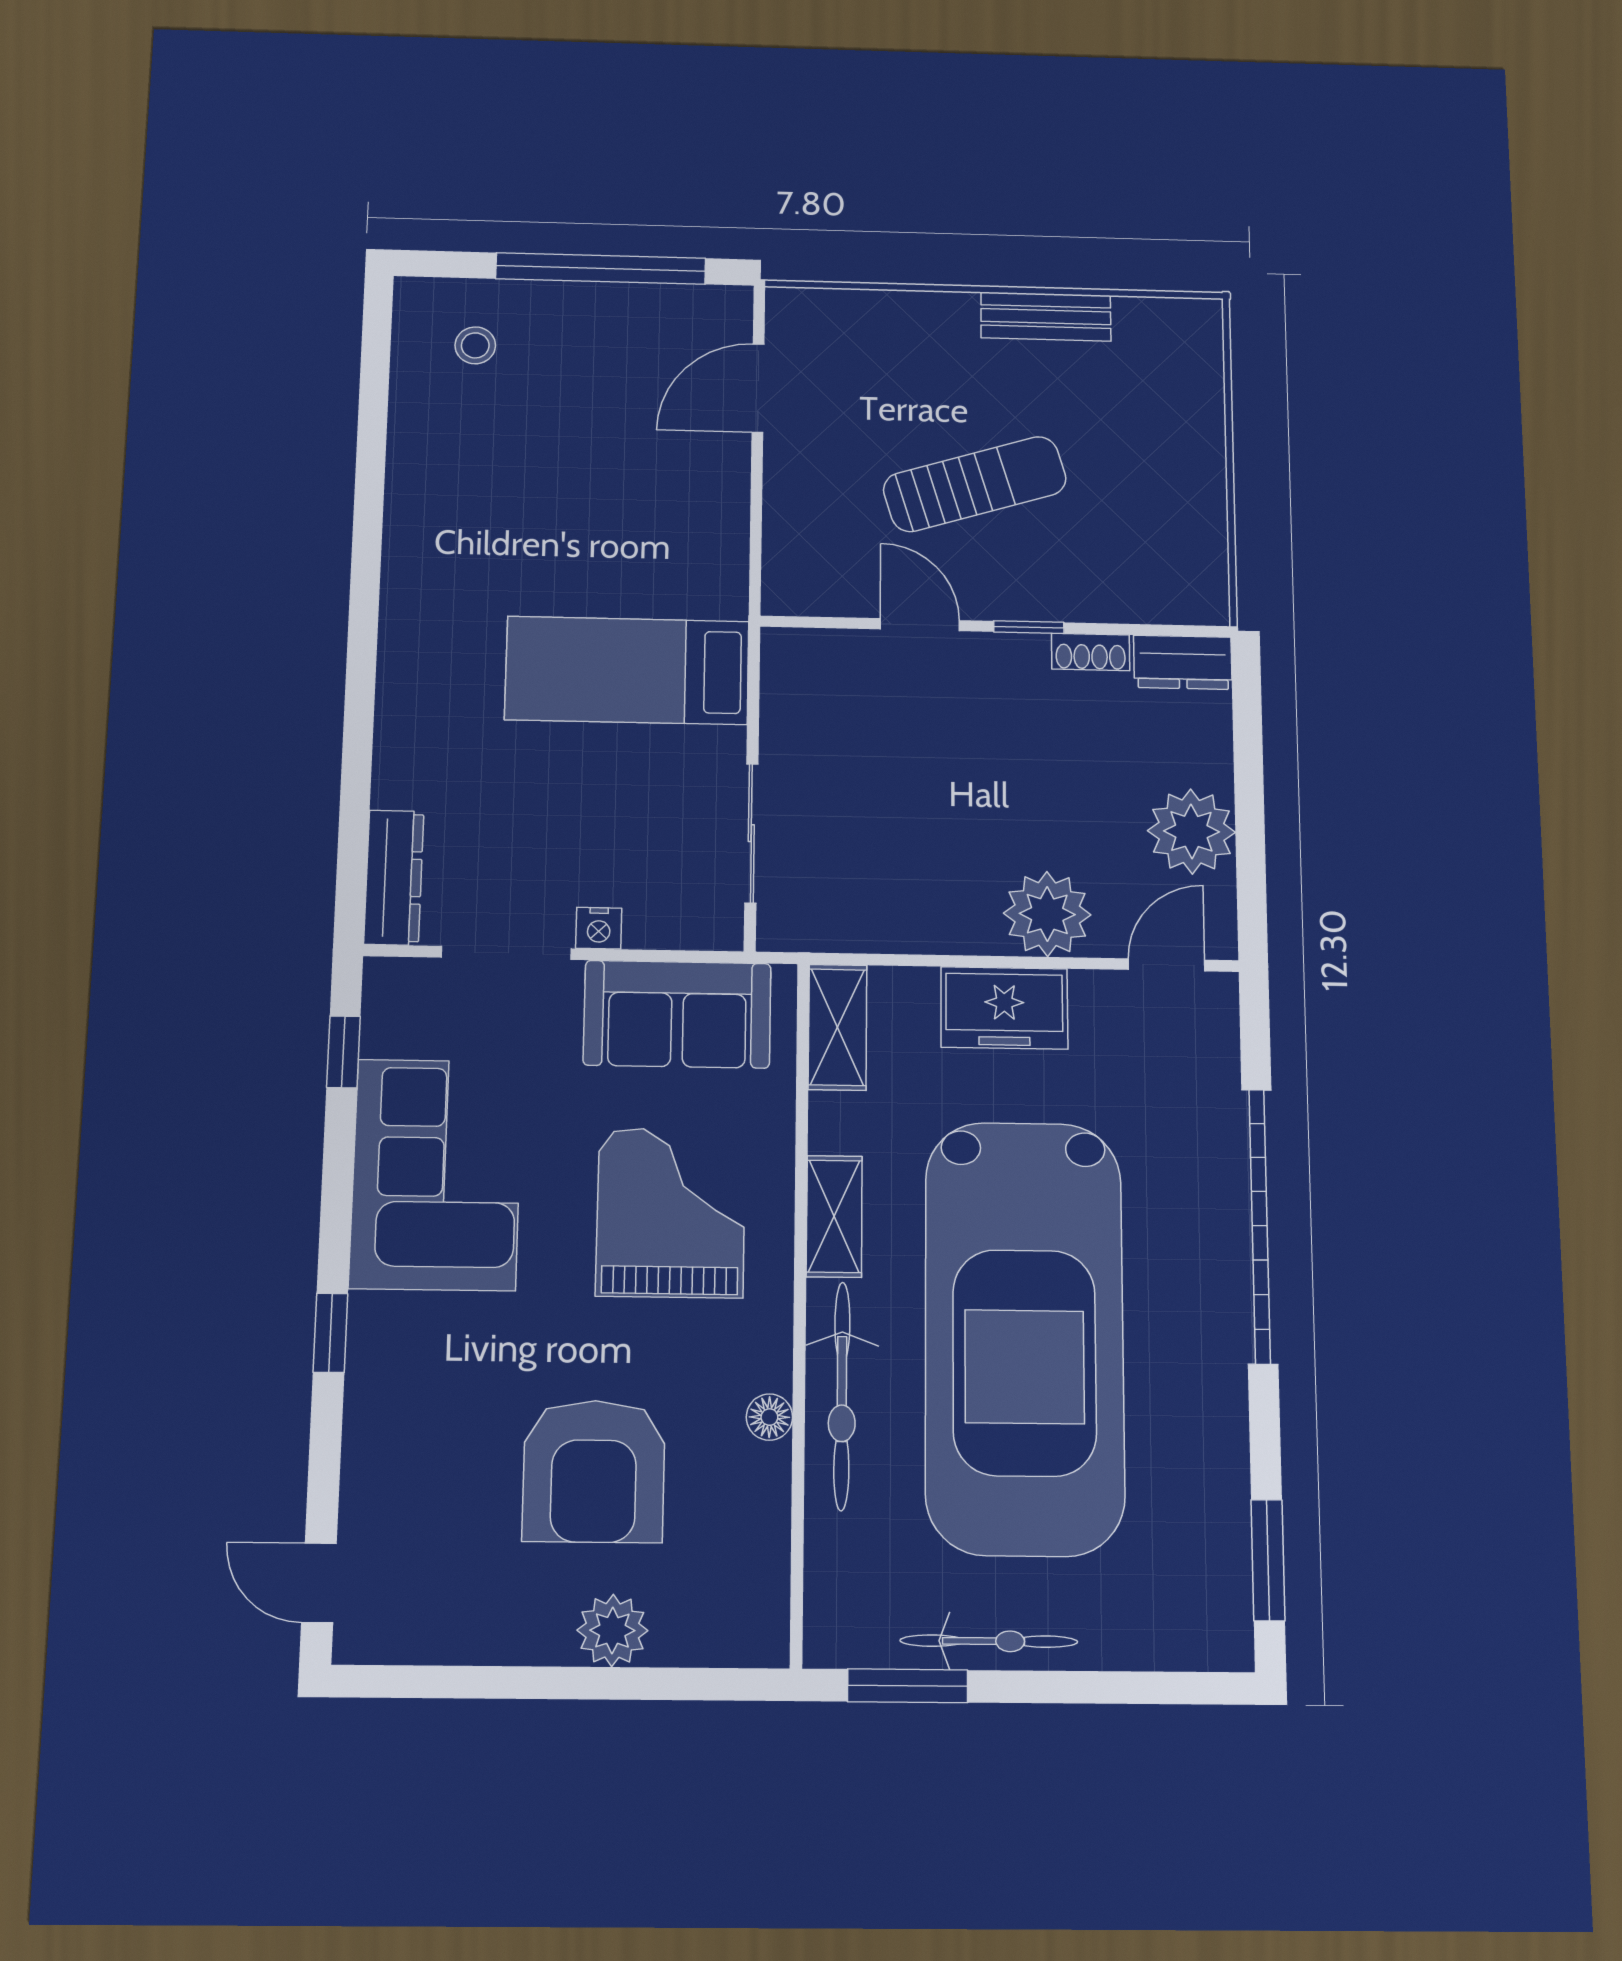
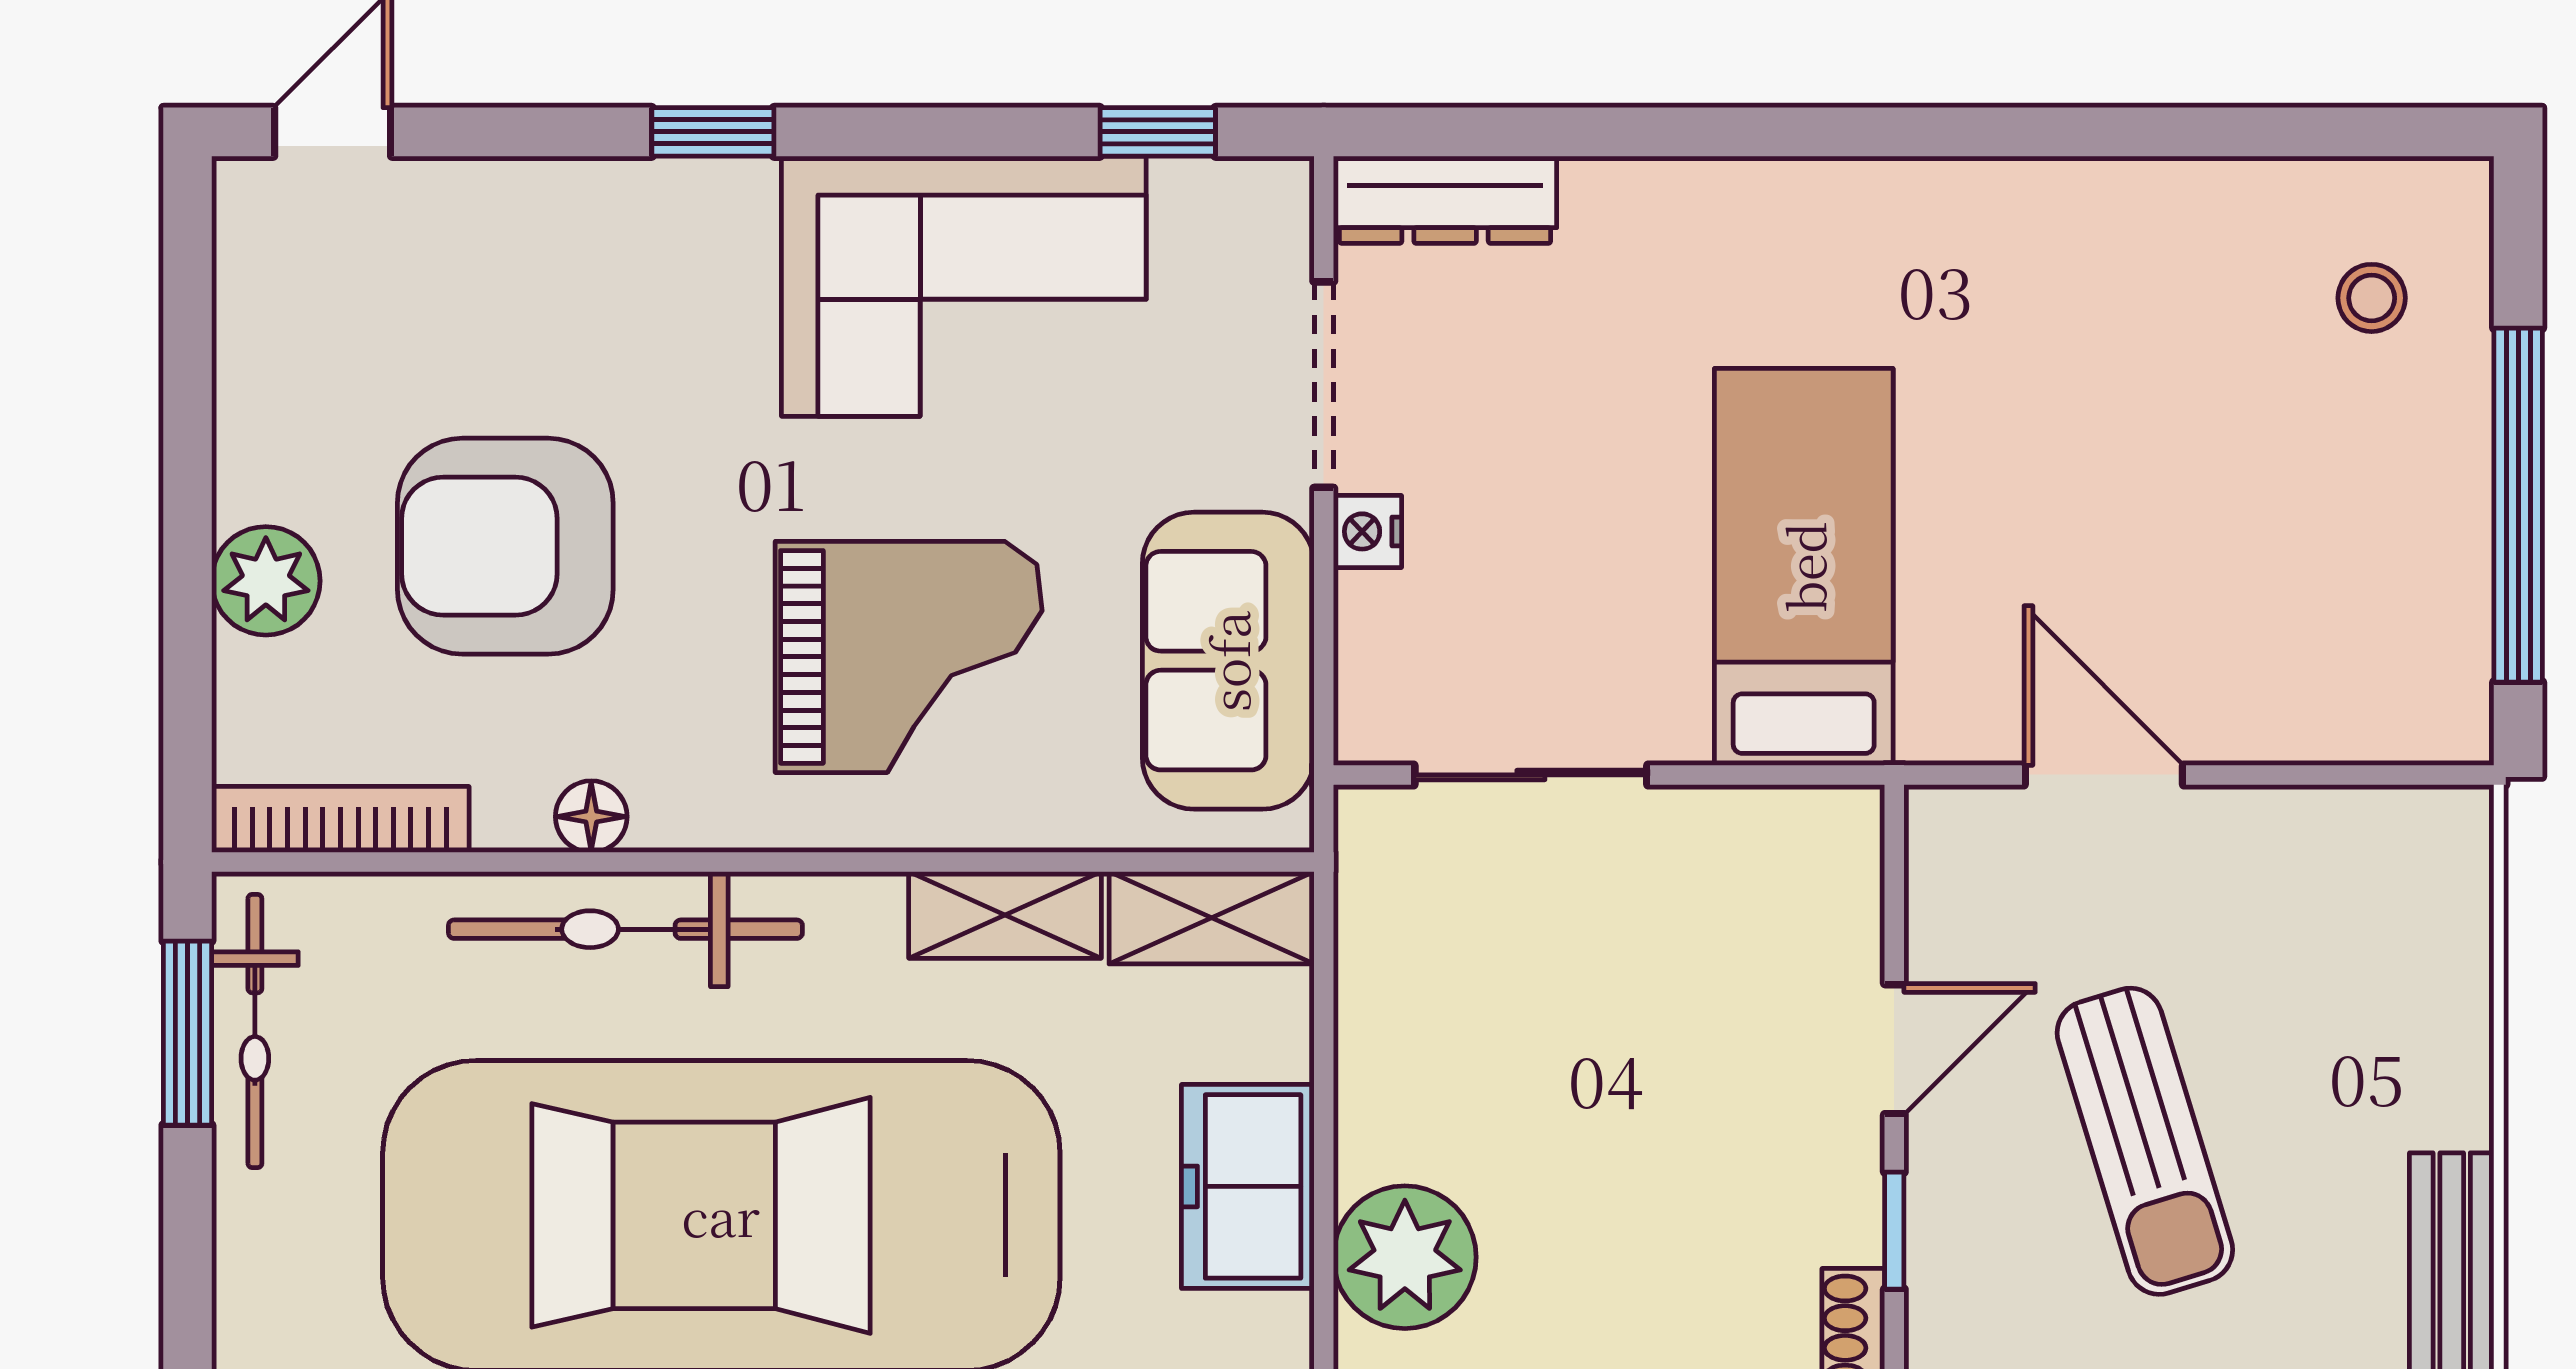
door: (758, 388) -> (2104, 775), moved
shelving: (834, 1216) -> (1005, 915), moved
bookcase: (769, 1582) -> (340, 819), added
bicycle: (989, 1641) -> (255, 1031), moved

